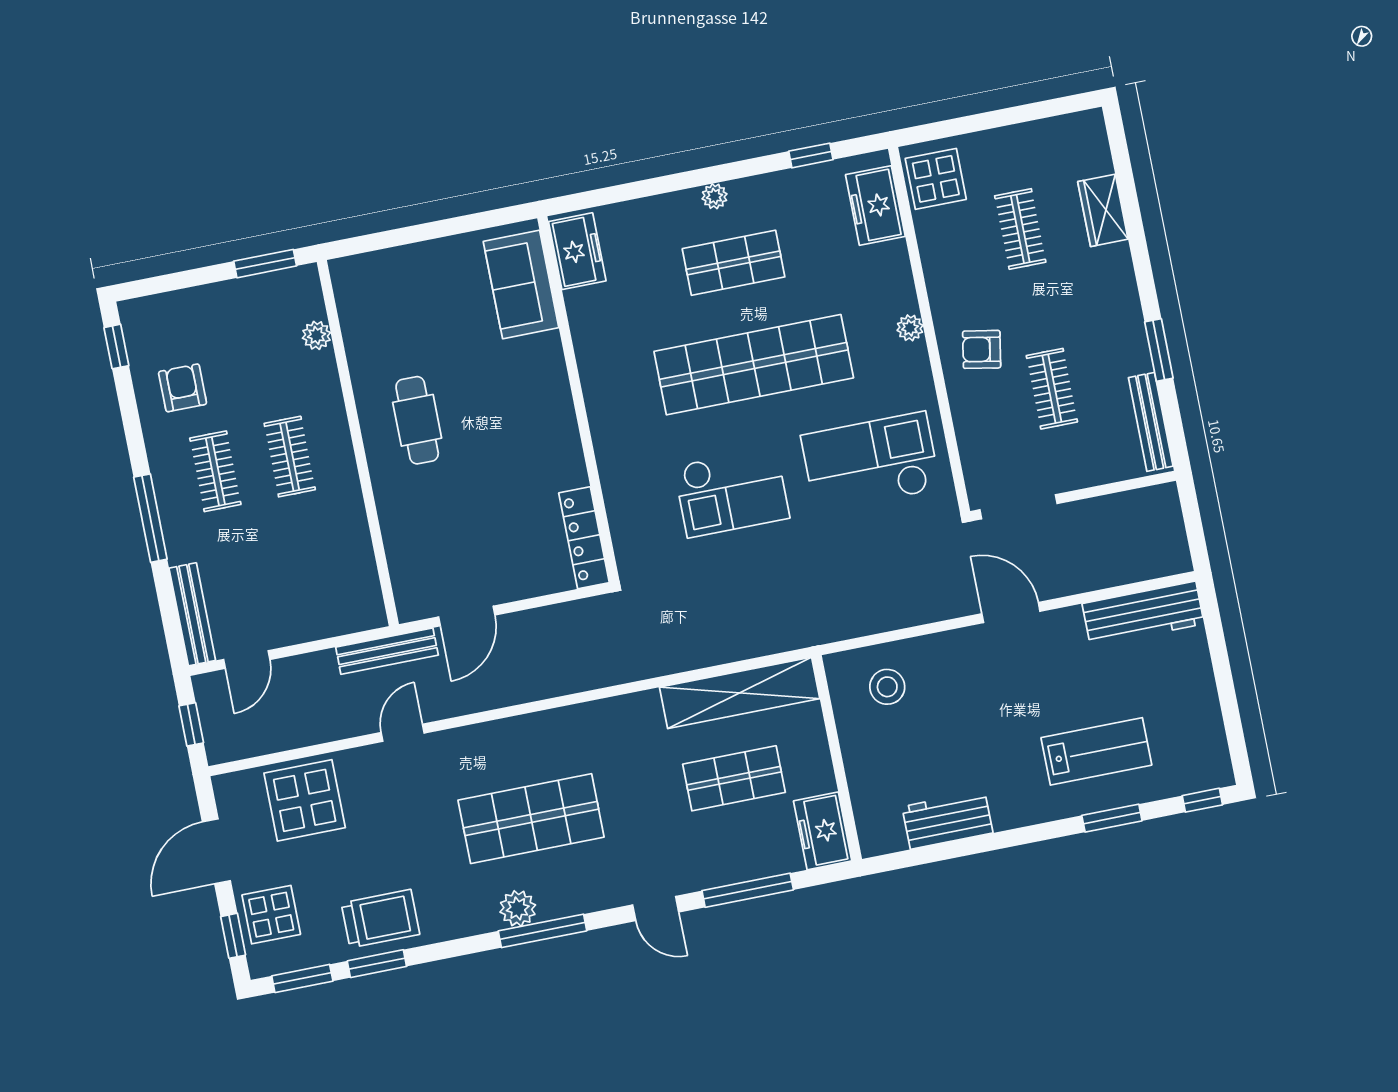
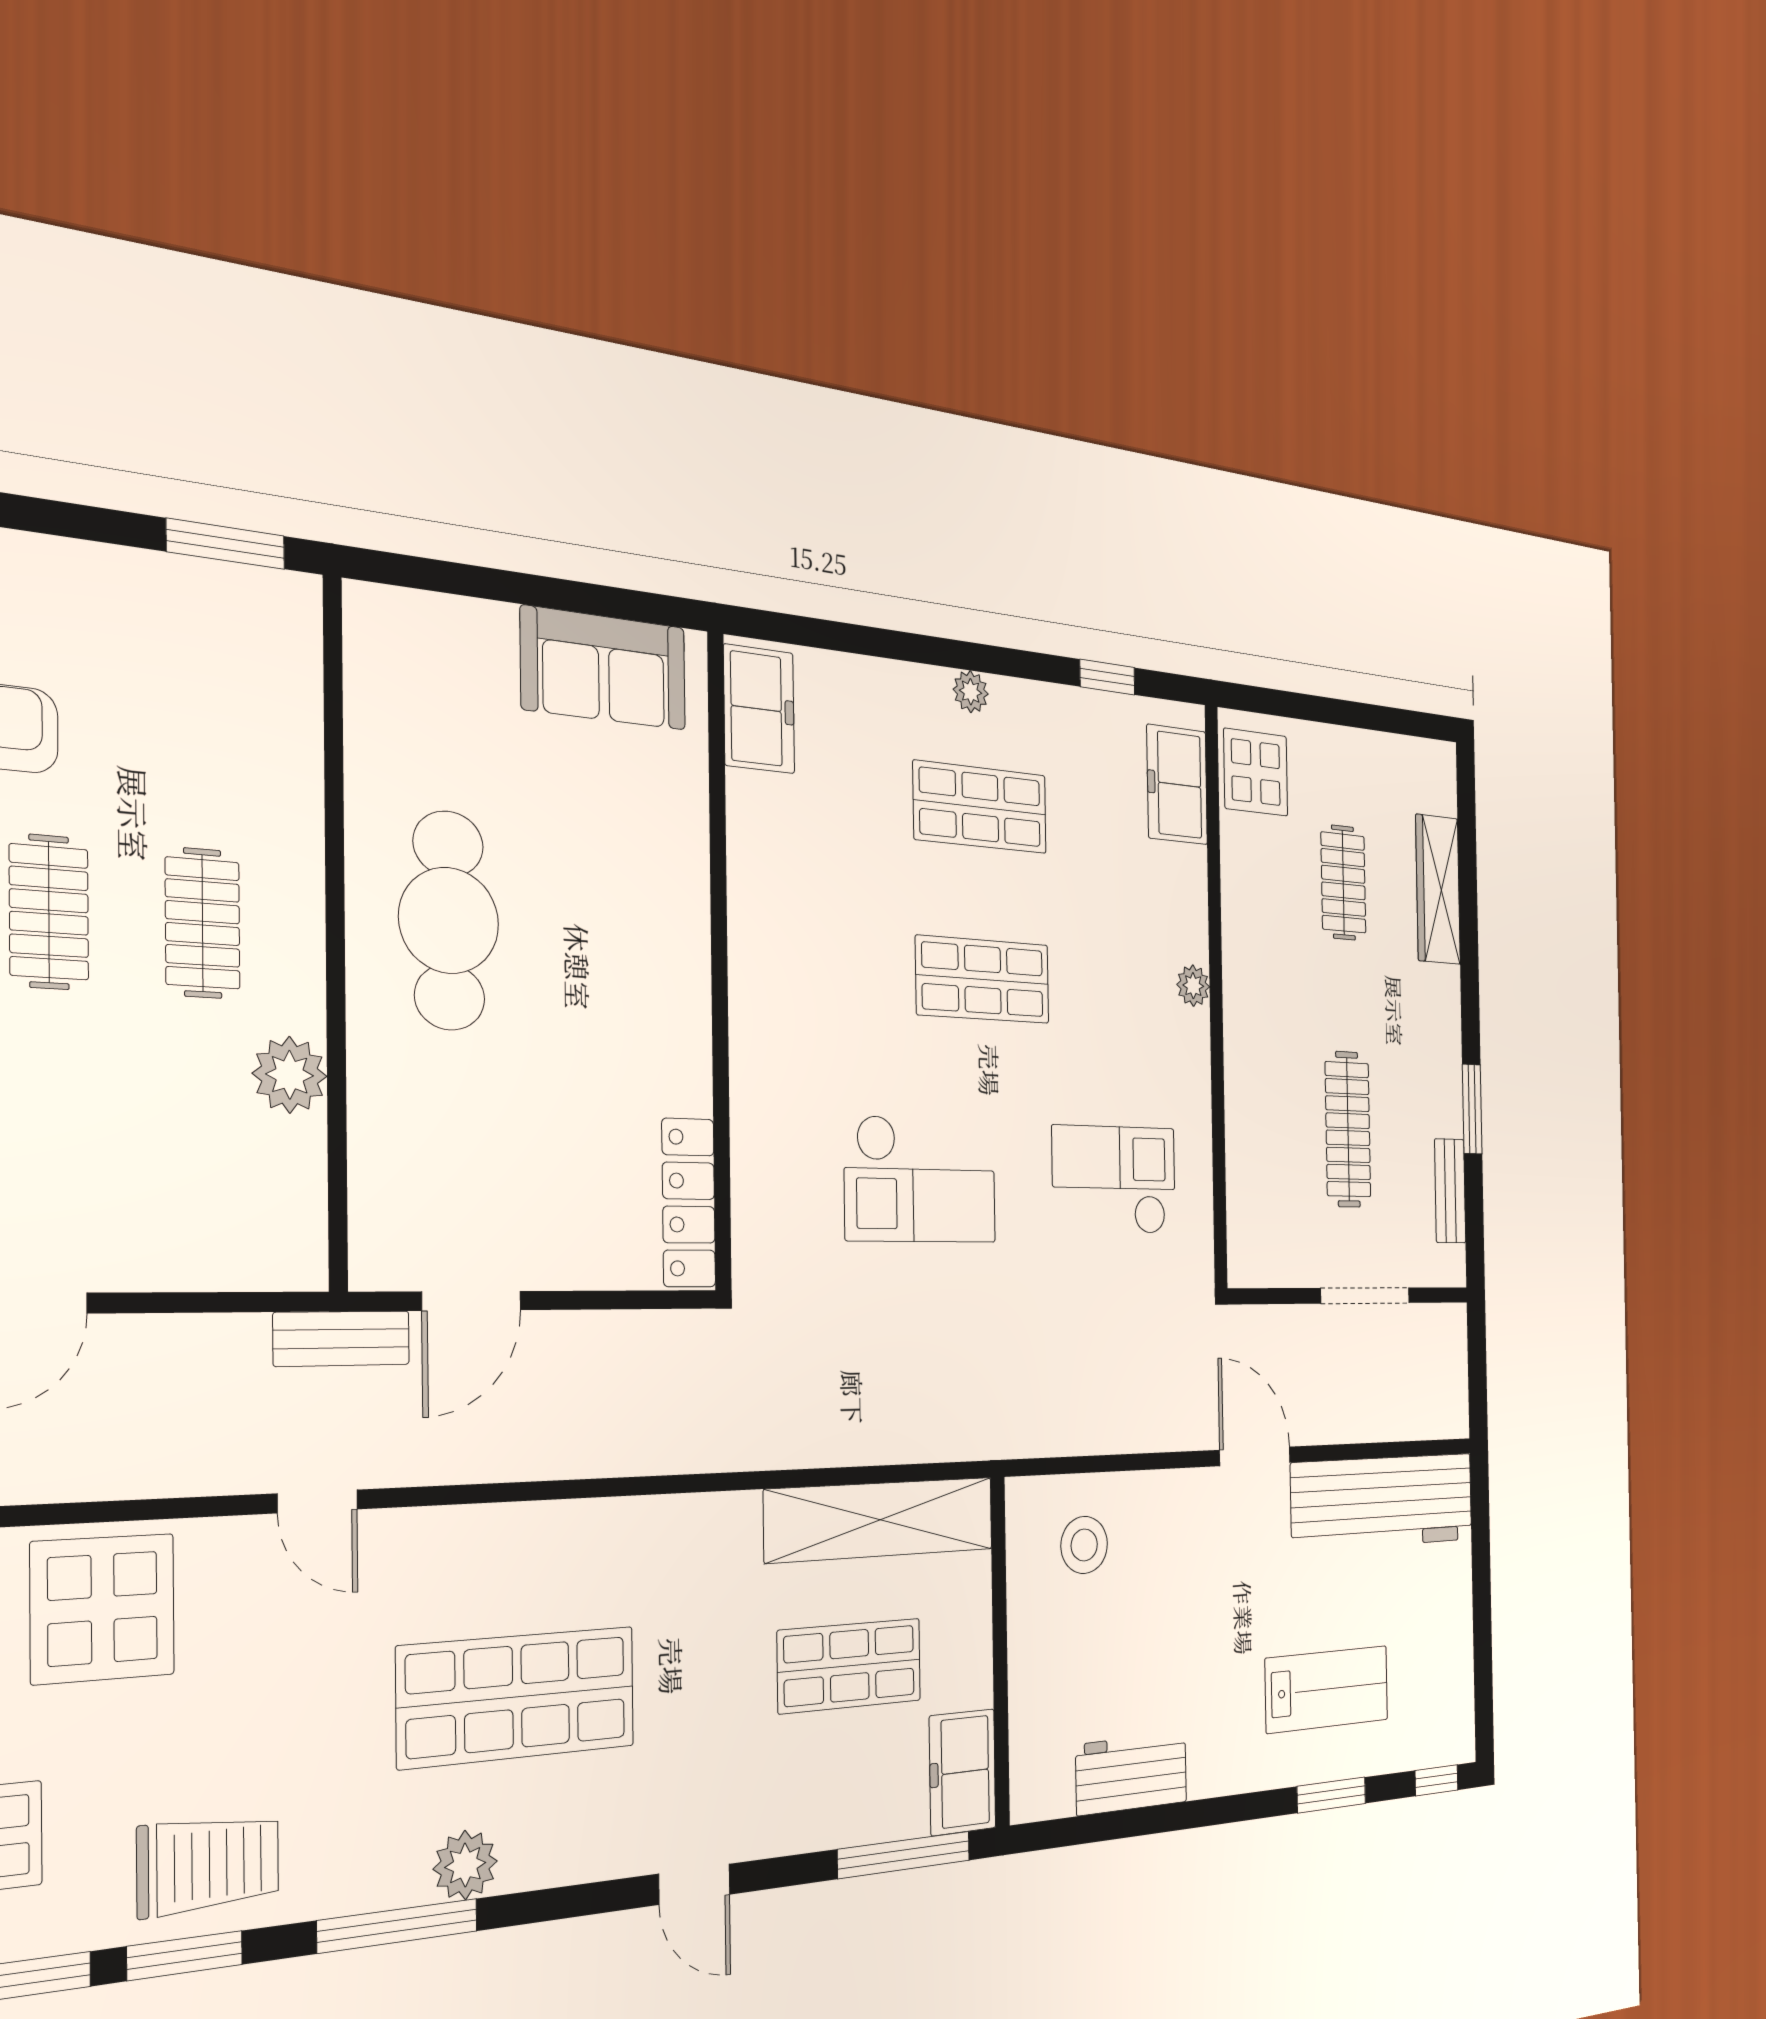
wardrobe: (1103, 210) -> (1438, 889), width x1.50
sofa: (521, 285) -> (604, 668), moved, turned -90
plant: (316, 335) -> (290, 1075), moved, width x1.38, depth x1.38
armchair: (982, 349) -> (1275, 1046), removed
shop shelf: (754, 365) -> (983, 980), width x0.50, depth x0.74
clothes rail: (1052, 389) -> (1348, 1129), width x1.36
cafe table: (417, 420) -> (449, 920), width x1.37, depth x1.35
bench: (1151, 422) -> (1450, 1191), width x0.73
checkout: (871, 462) -> (1114, 1180), width x0.73, depth x0.83
doorway: (1018, 507) -> (1365, 1296), moved
workbench: (1143, 614) -> (1383, 1502), width x1.36, depth x1.32
bench: (387, 651) -> (342, 1339), width x0.73
door: (403, 733) -> (317, 1501), swing flipped
window: (748, 890) -> (904, 1855), moved
window: (542, 931) -> (398, 1926), moved

